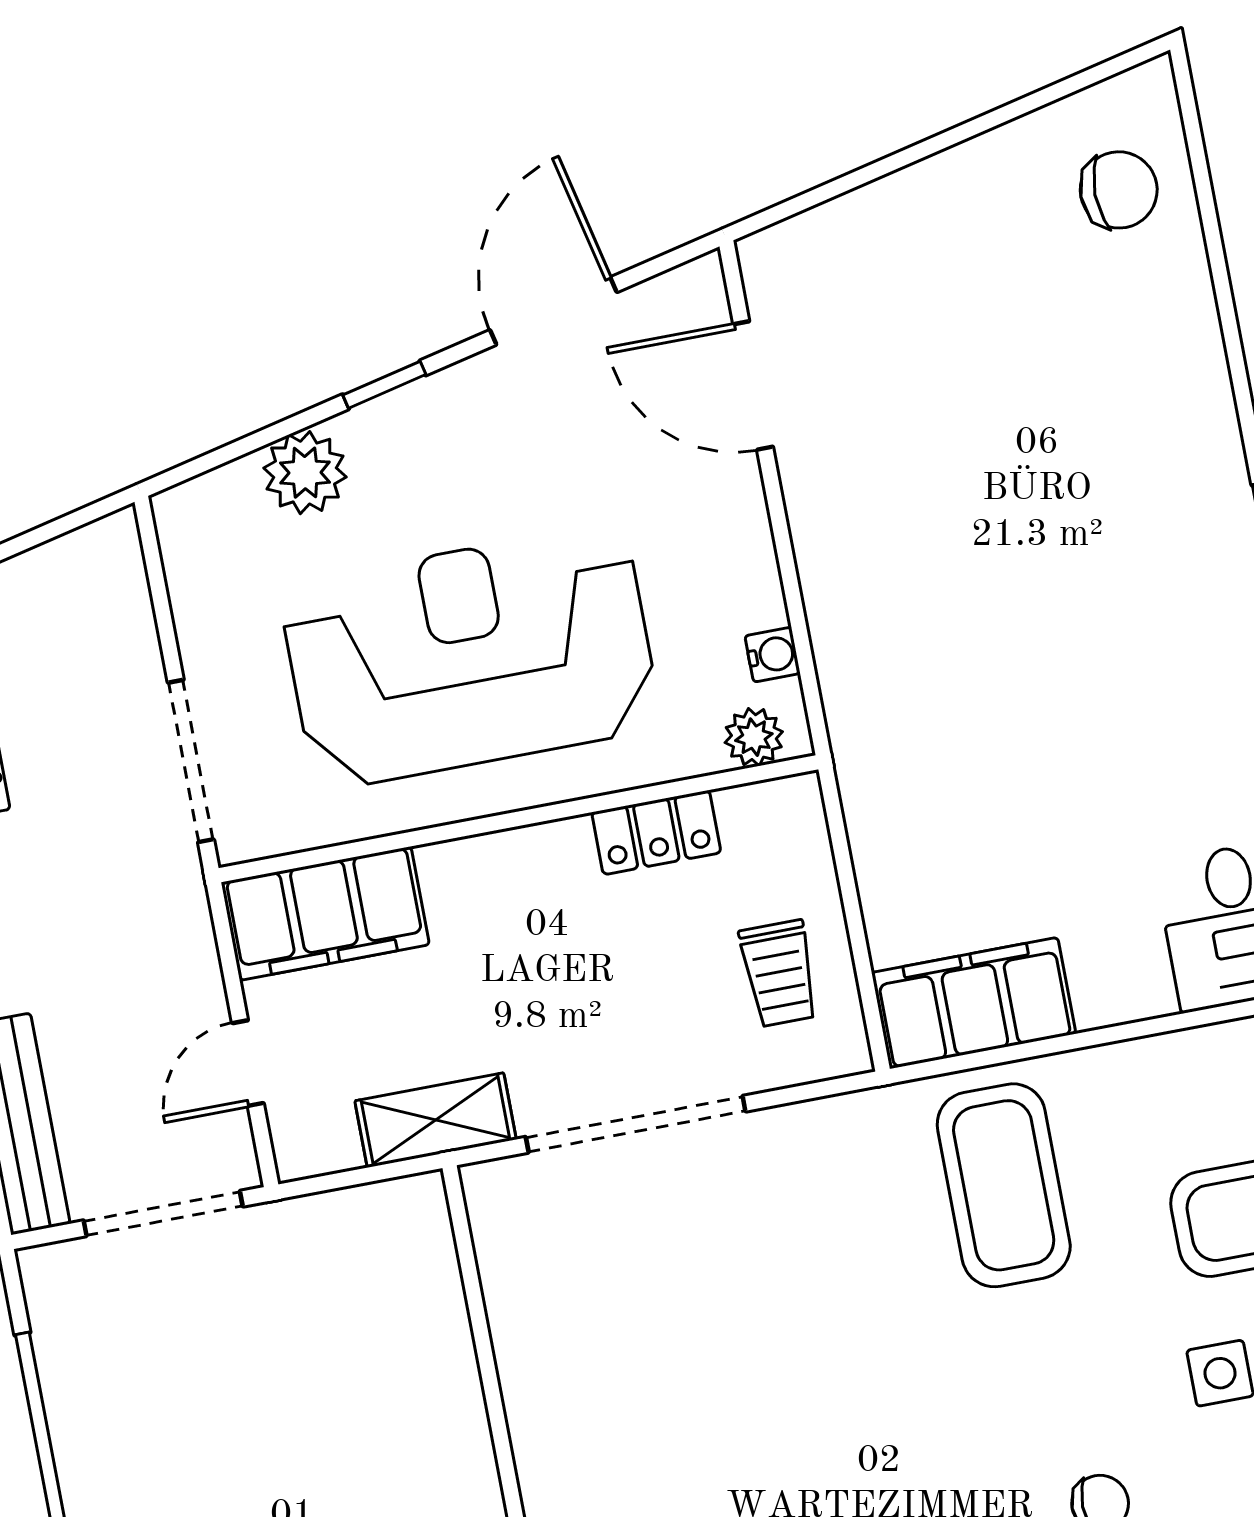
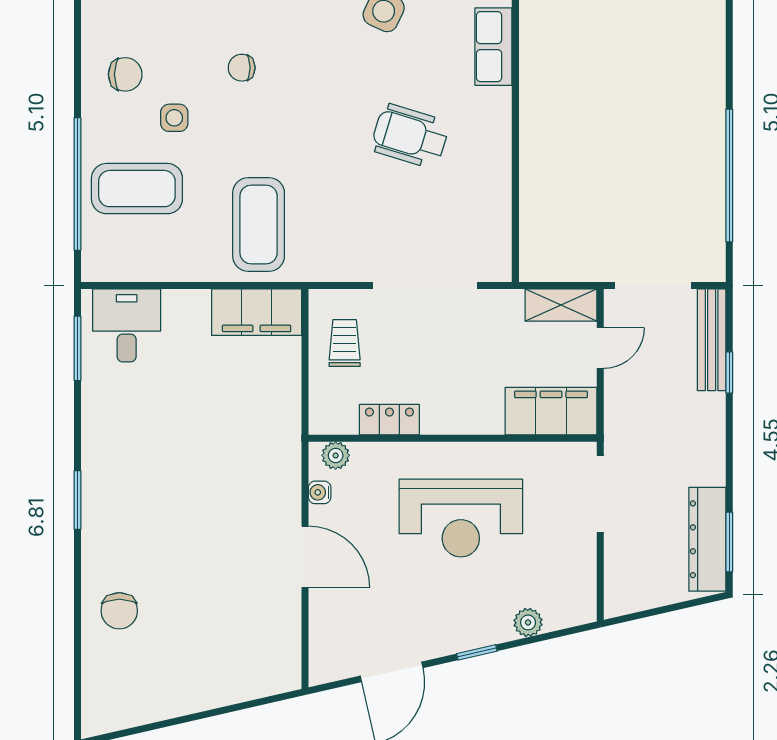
chair: (1119, 190) -> (119, 611), moved, turned -90
door: (753, 385) -> (305, 557), moved
plant: (305, 473) -> (528, 622), width x0.73, depth x0.73
reception desk: (470, 657) -> (461, 518), width x0.74, depth x0.77
shelving: (436, 1120) -> (561, 305), moved
wheelchair: (725, 1428) -> (410, 136), added

